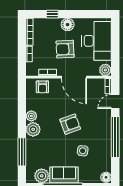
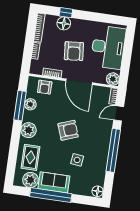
floor lamp: (68, 25) -> (64, 23), moved
armchair: (65, 49) -> (74, 51), turned -92
plant: (31, 116) -> (30, 104), moved
window: (22, 152) -> (20, 106), moved
rug: (39, 155) -> (31, 157), added

